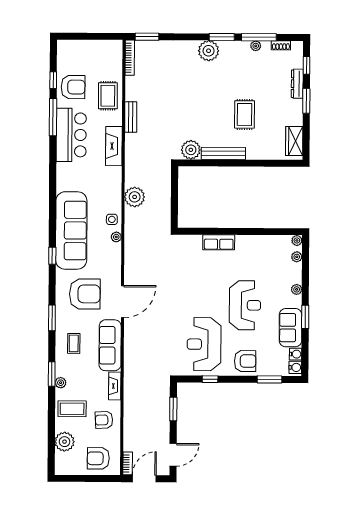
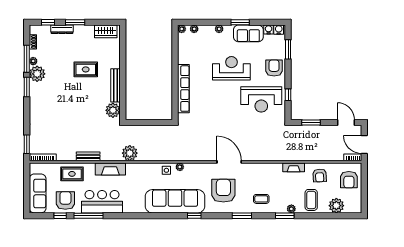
plant: (209, 51) -> (37, 74), moved
plant: (135, 197) -> (130, 153), moved
row of seats: (219, 242) -> (183, 89), width x2.02
sofa: (110, 345) -> (38, 193), moved, turned -90

